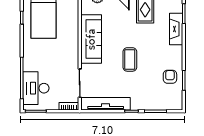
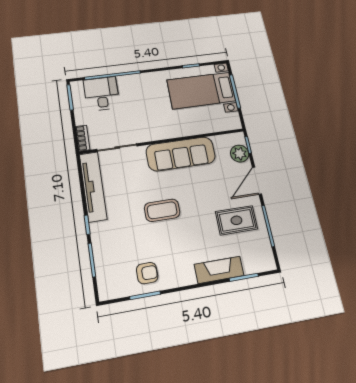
desk: (36, 88) -> (102, 94), width x0.73

